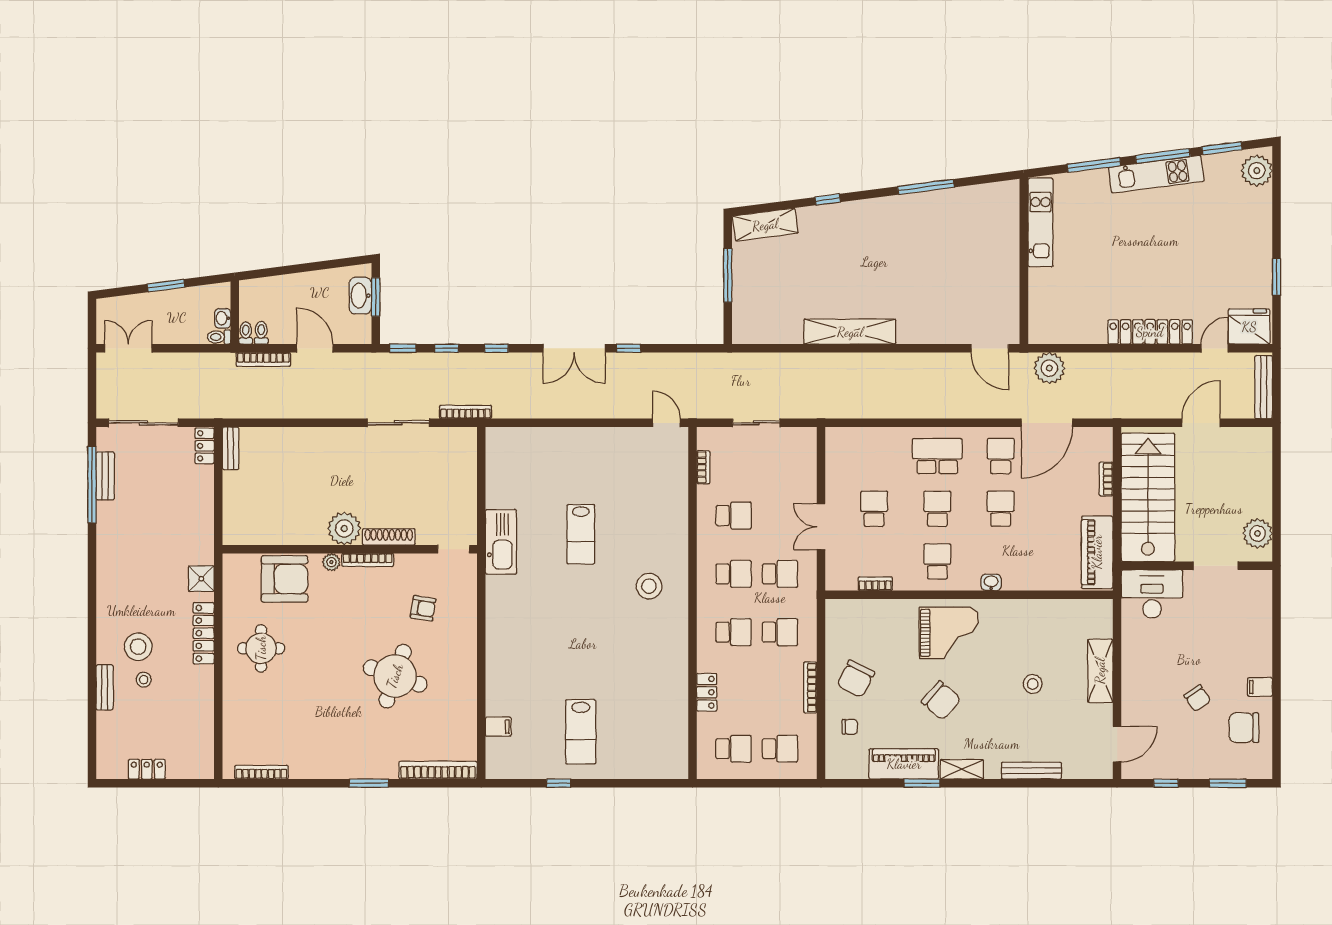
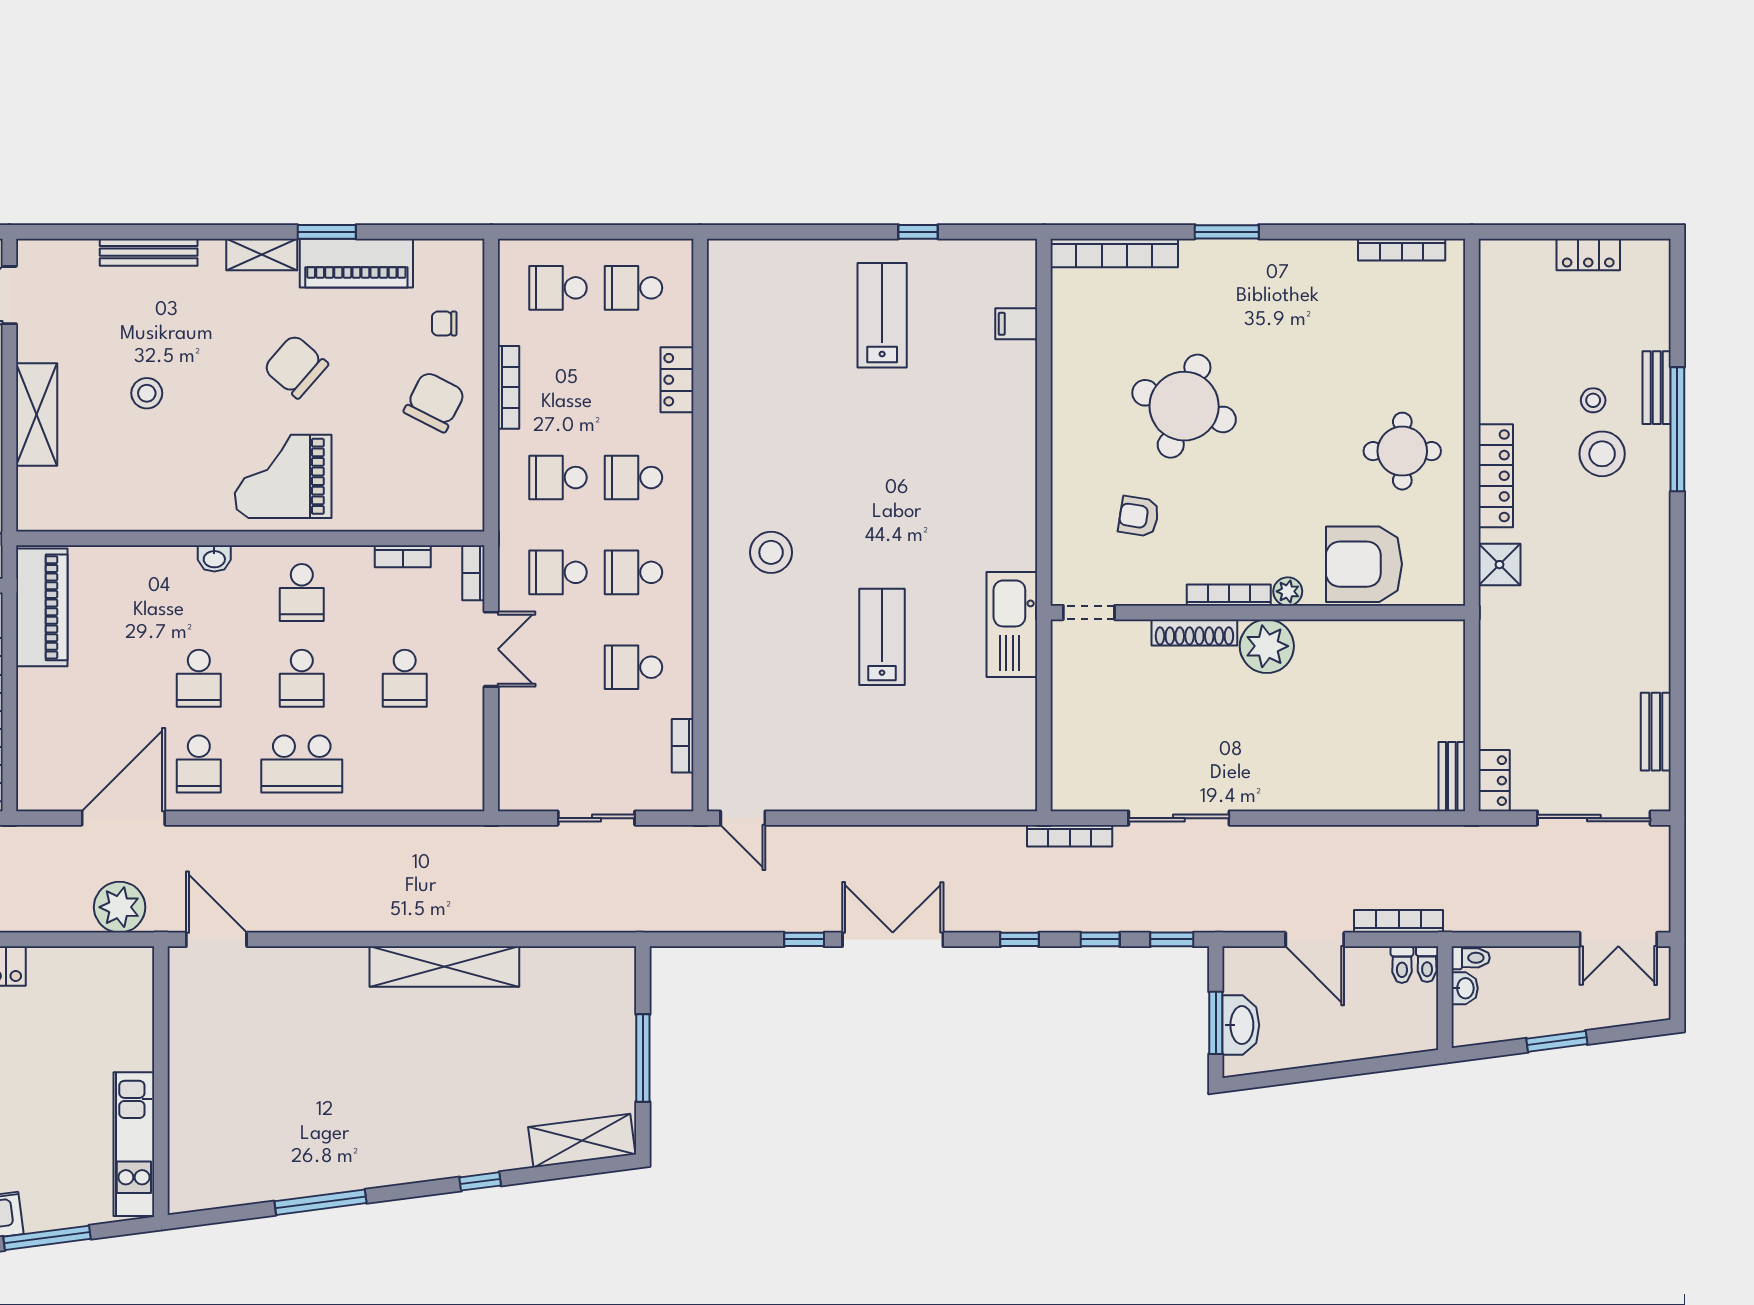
bookcase: (1106, 479) -> (473, 573), moved, turned 180
window: (92, 485) -> (1677, 429), moved

